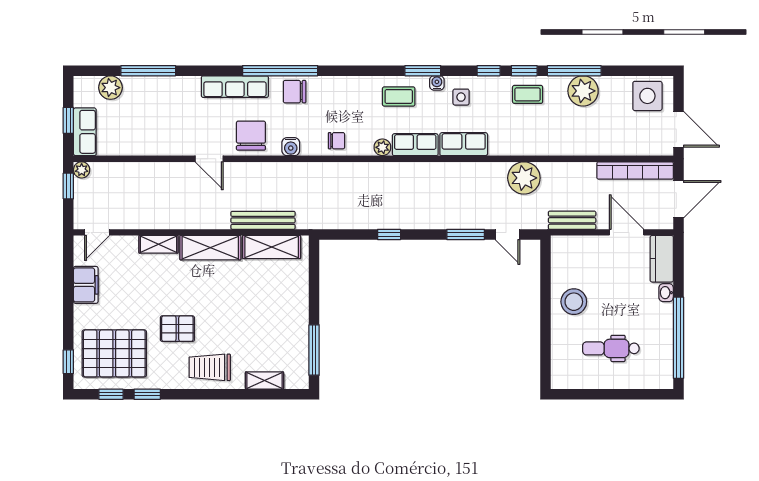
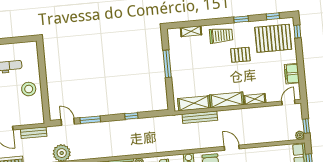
window: (314, 350) -> (167, 64), moved
window: (147, 394) -> (241, 19), moved

